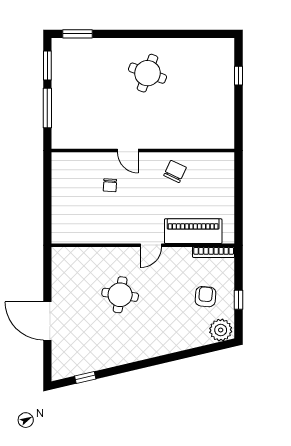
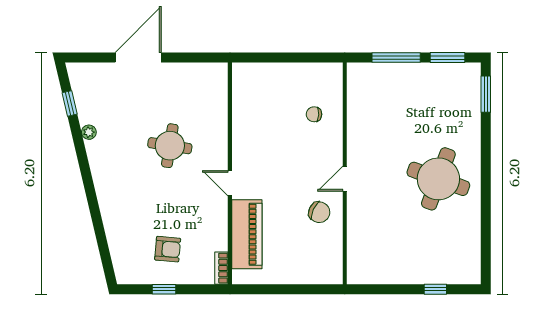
round table: (148, 73) -> (438, 179), width x1.36, depth x1.36
door: (128, 150) -> (345, 179), moved
chair: (110, 185) -> (314, 114), moved
bookcase: (214, 252) -> (221, 268), width x0.64
plant: (221, 330) -> (89, 132), moved, width x0.53, depth x0.53

